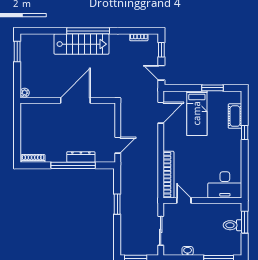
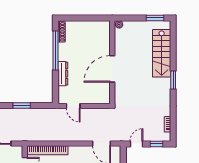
window: (88, 31) -> (173, 80), width x0.47
stairs: (81, 44) -> (162, 53), moved
door: (75, 100) -> (112, 69), swing flipped
window: (73, 165) -> (55, 51), moved

